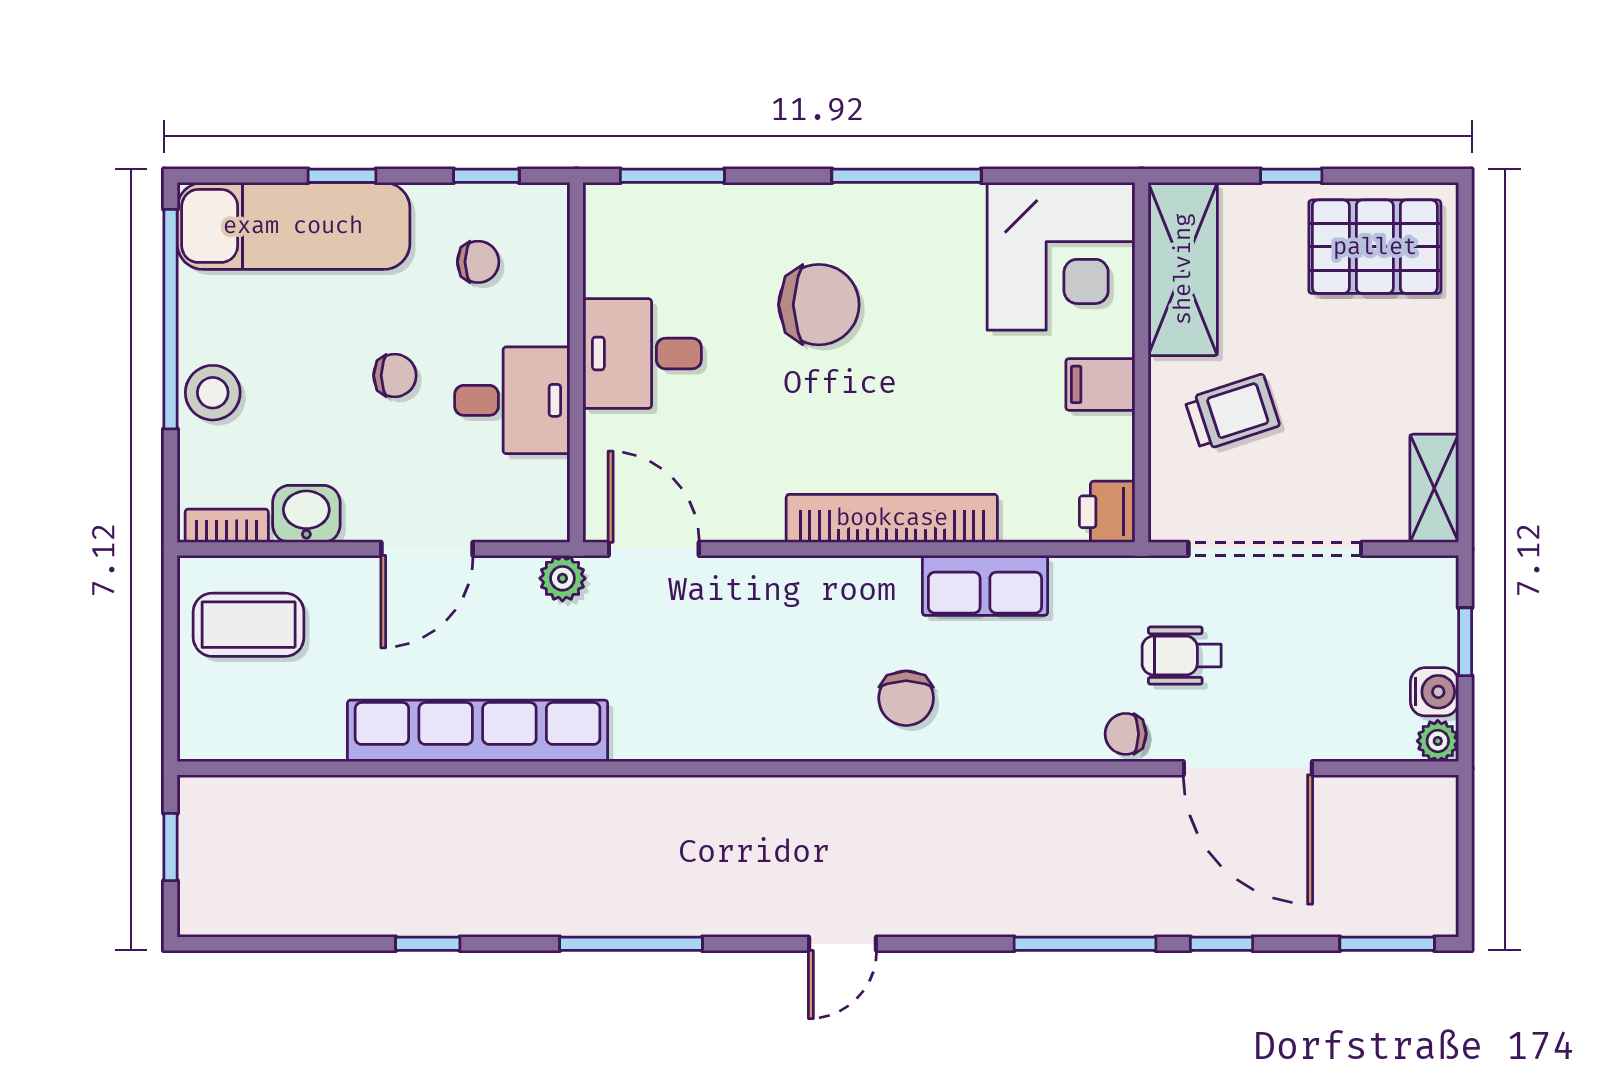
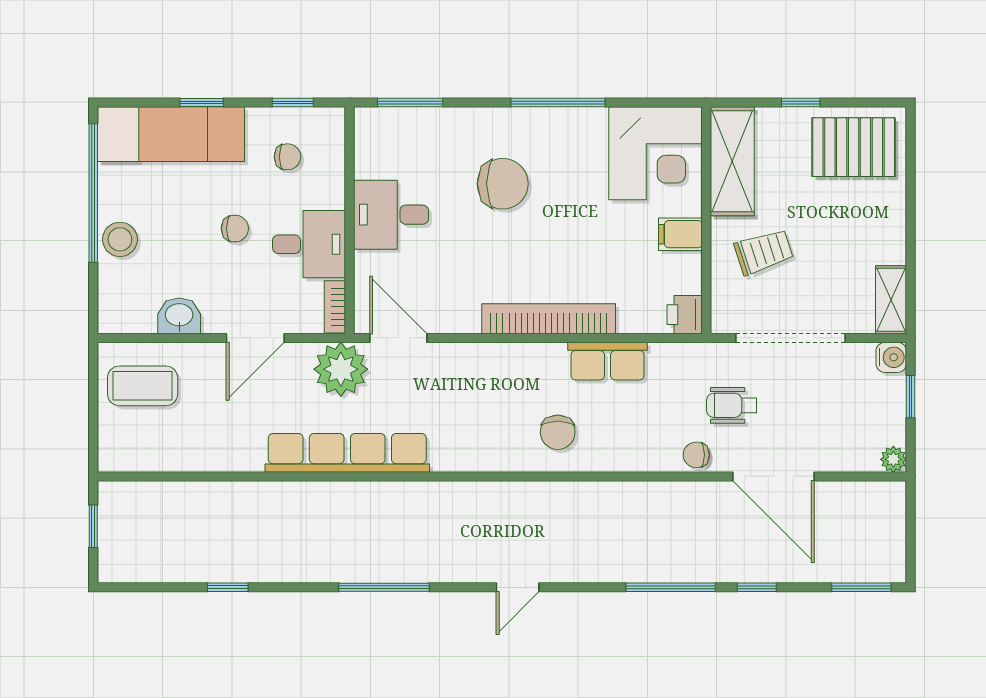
bookcase: (227, 526) -> (335, 307), moved, turned -90
plant: (562, 578) -> (341, 369), width x1.87, depth x1.87
water cooler: (1434, 692) -> (891, 357), moved
row of seats: (478, 731) -> (347, 453), moved
window: (428, 944) -> (228, 587), moved

